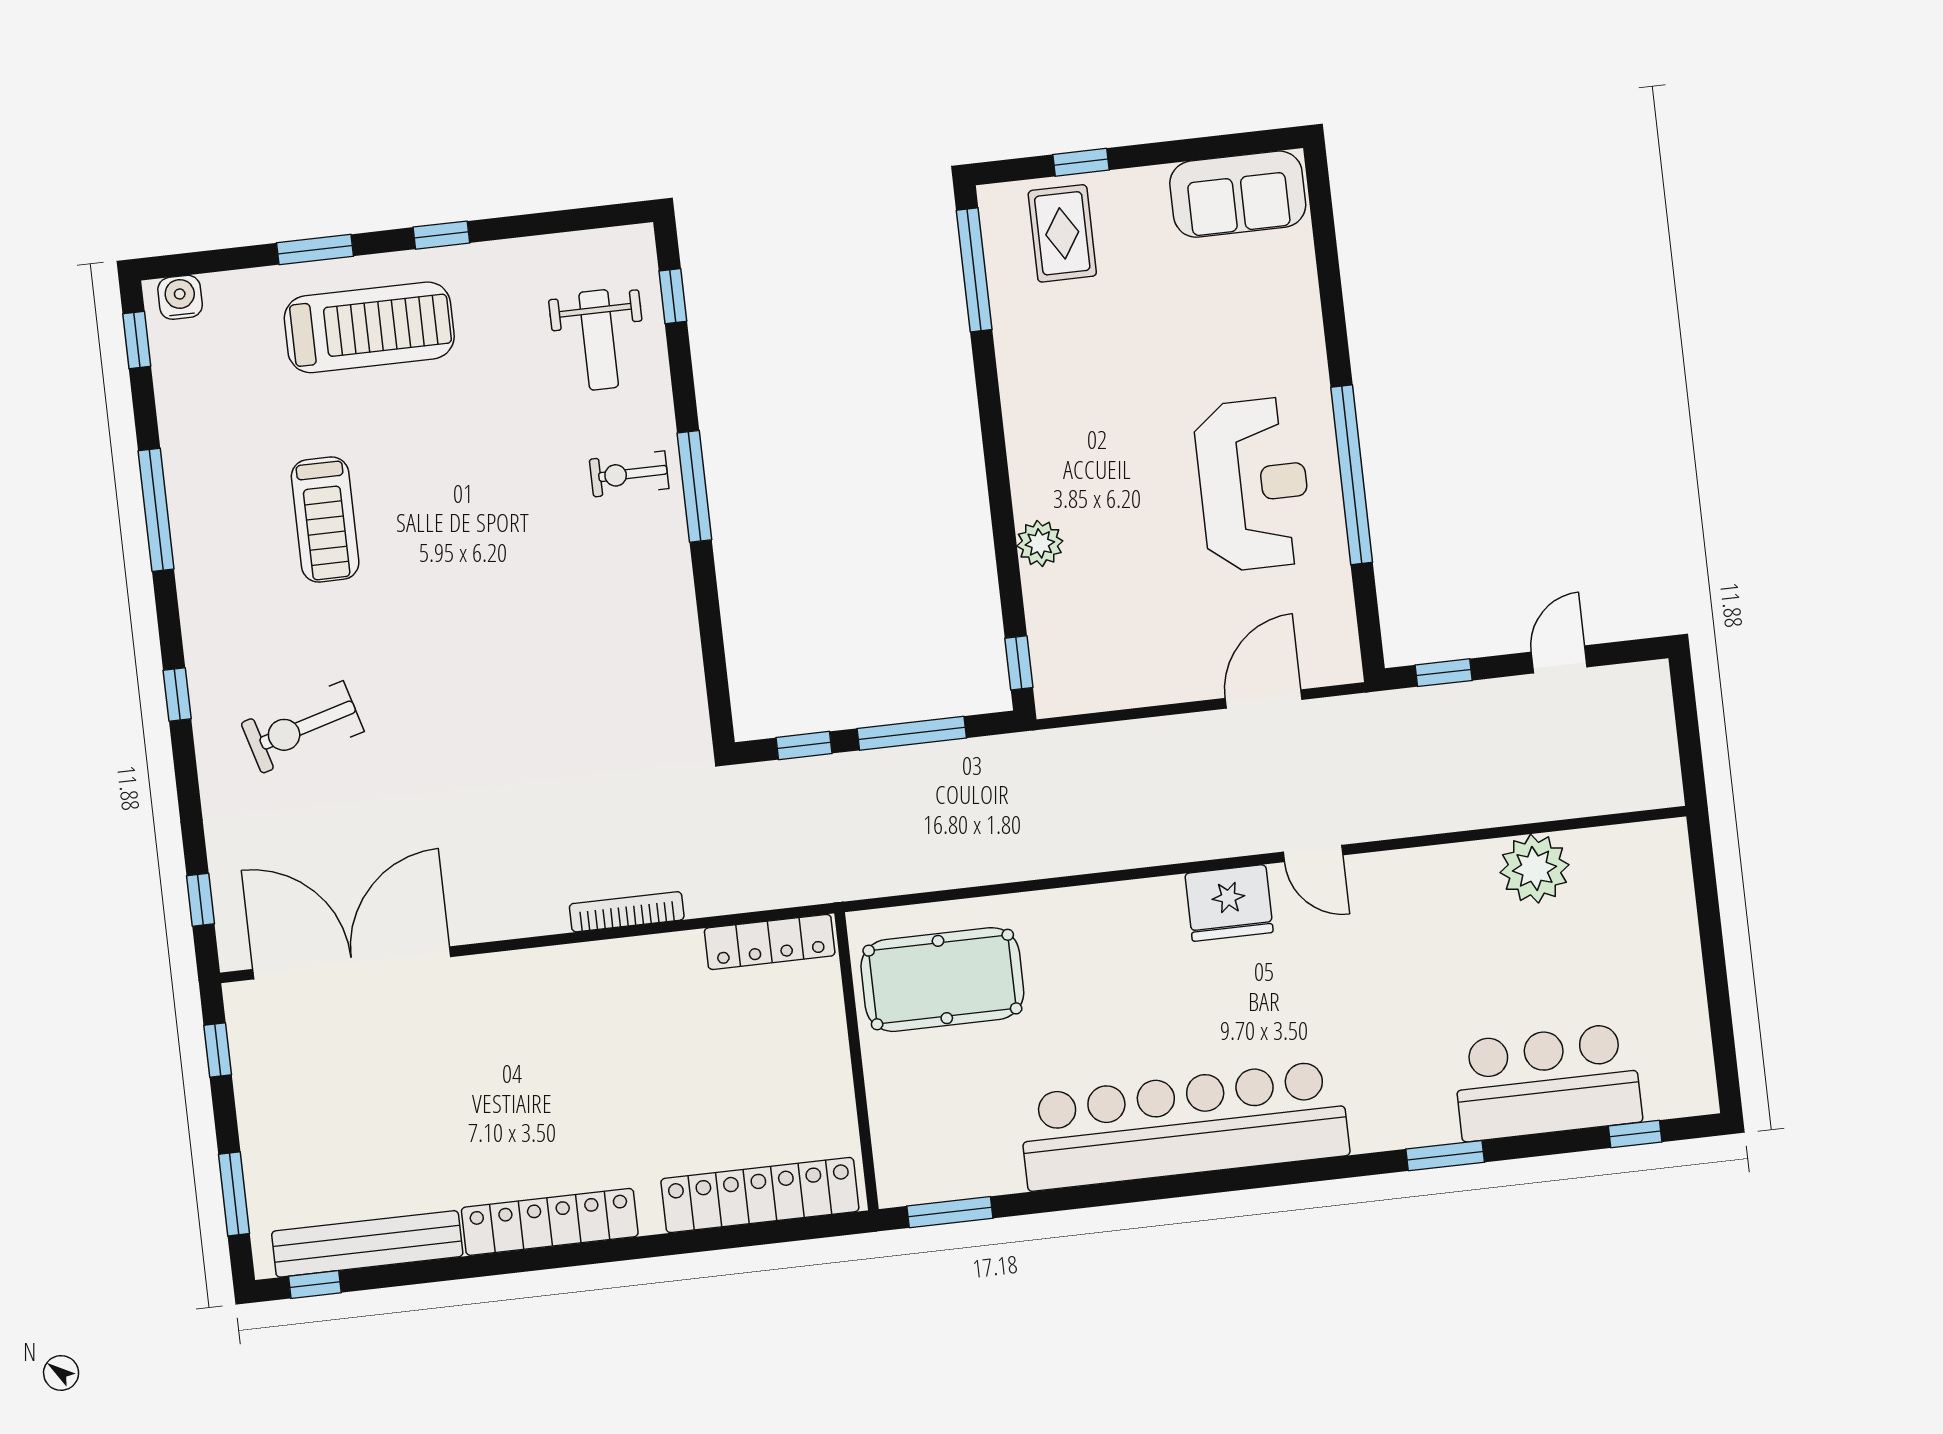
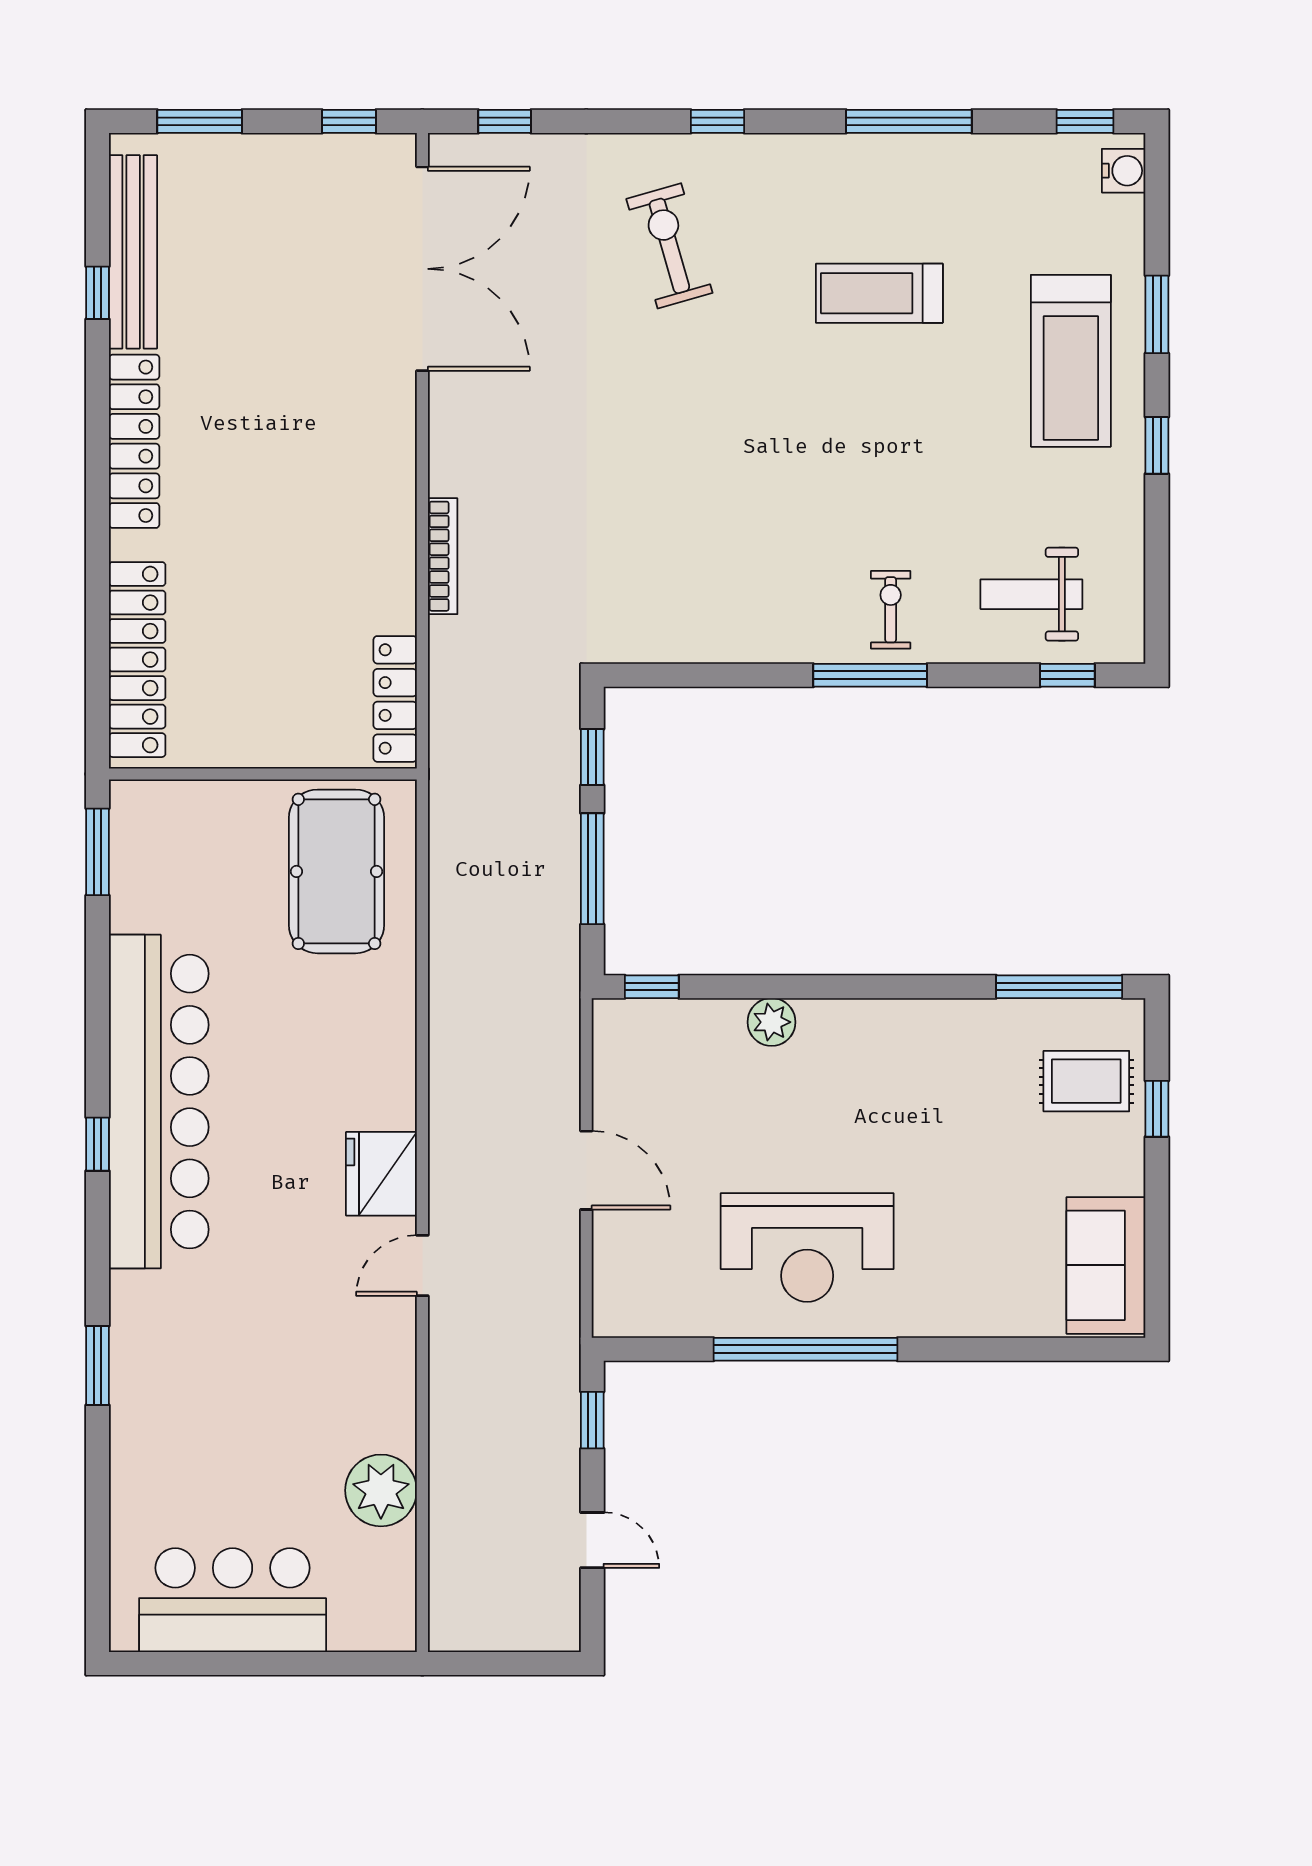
door: (1264, 699) -> (586, 1170), moved
bar counter: (1547, 1082) -> (233, 1600), moved, turned -90
window: (1635, 1134) -> (98, 1144), moved
window: (315, 1284) -> (98, 293), moved

